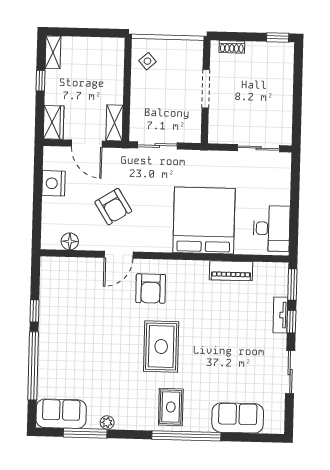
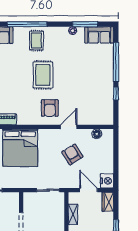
shelving: (114, 123) -> (73, 214), moved
nightstand: (54, 183) -> (107, 181), moved
armchair: (151, 289) -> (50, 108), turned 180

